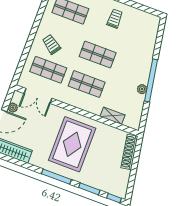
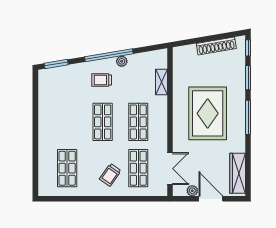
trolley: (115, 19) -> (102, 80), moved
window: (160, 34) -> (56, 64), added
rug: (72, 144) -> (208, 113), turned 90
shoe rack: (129, 152) -> (216, 46), moved

